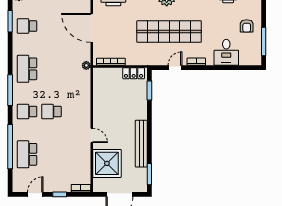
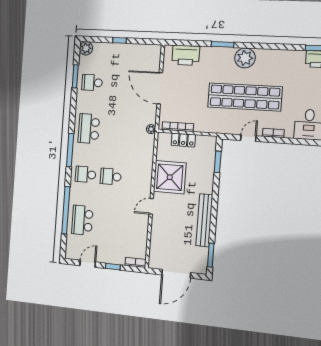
locker: (134, 73) -> (183, 140), moved
door: (92, 135) -> (151, 206), swing flipped
shower: (107, 163) -> (170, 177), moved

